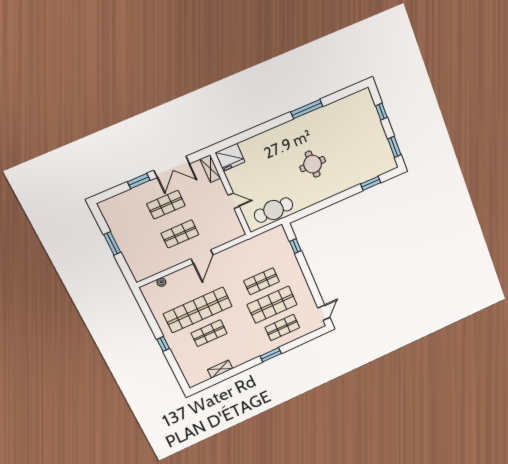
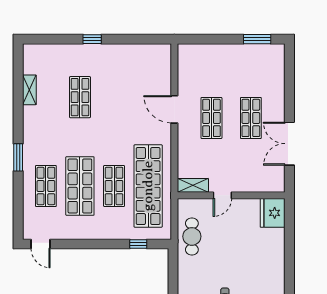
shelving: (210, 169) -> (193, 185), moved
window: (139, 181) -> (289, 101), removed
cafe table: (274, 210) -> (192, 236), width x0.73, depth x0.74
window: (112, 243) -> (257, 39), moved
door: (202, 257) -> (174, 109), moved
plant: (161, 282) -> (166, 72), removed
shop shelf: (198, 310) -> (148, 186), moved

